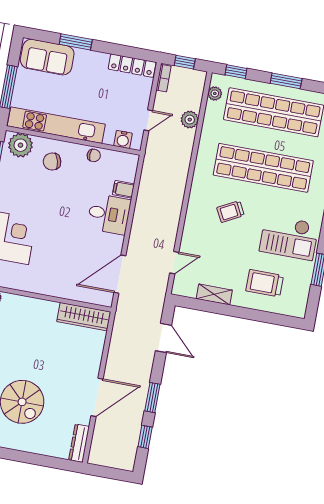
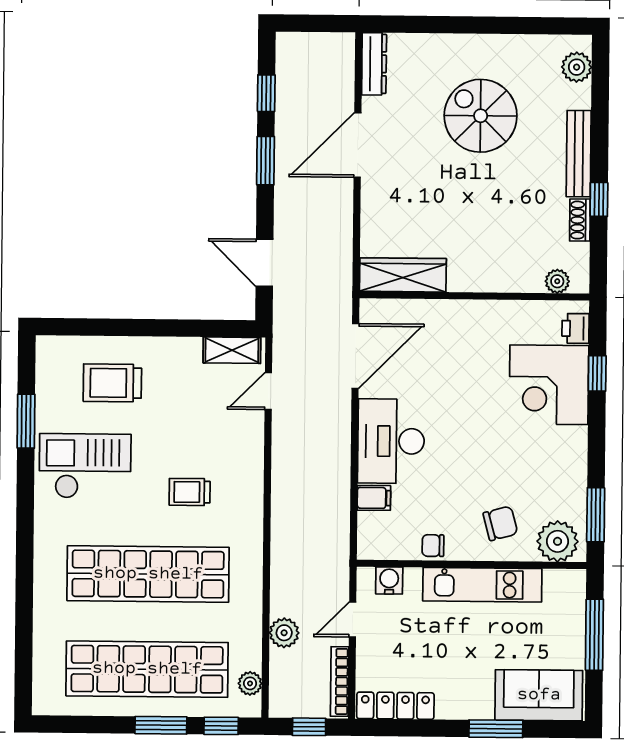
bookcase: (164, 78) -> (340, 681), width x1.56
window: (286, 81) -> (161, 725), moved
kitchen unit: (56, 125) -> (482, 585), width x0.73
trolley: (231, 212) -> (190, 492), turned -152
desk: (109, 214) -> (391, 441), width x1.37
trolley: (265, 283) -> (112, 383), turned 180
shelving: (214, 294) -> (232, 350), moved

